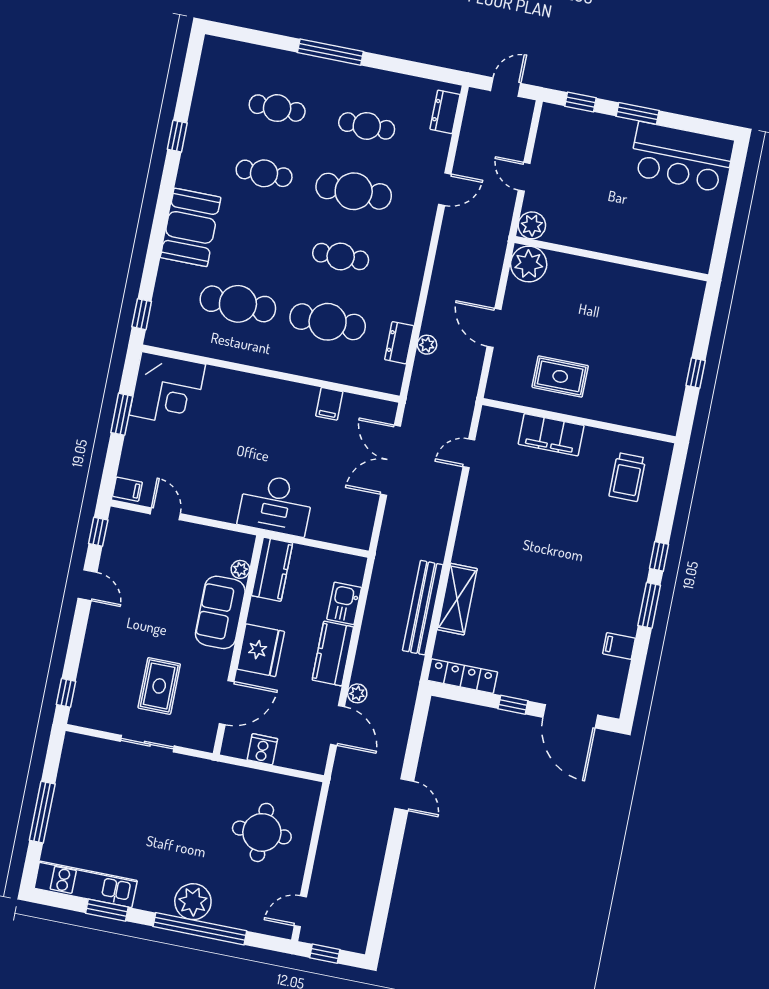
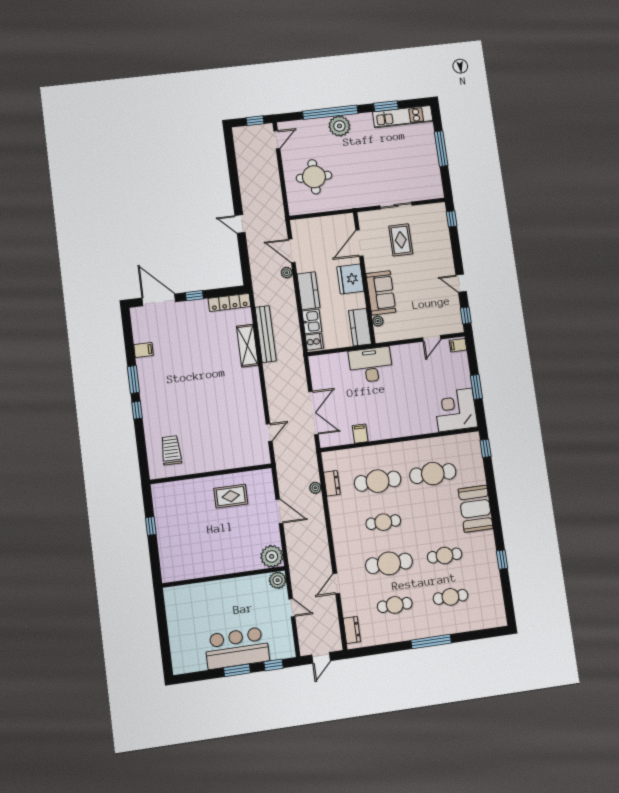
bar counter: (682, 157) -> (237, 648), moved
filing cabinet: (551, 435) -> (225, 460), removed
door: (165, 514) -> (432, 338), hinge flipped
cooker: (262, 749) -> (314, 342), moved, turned -90

